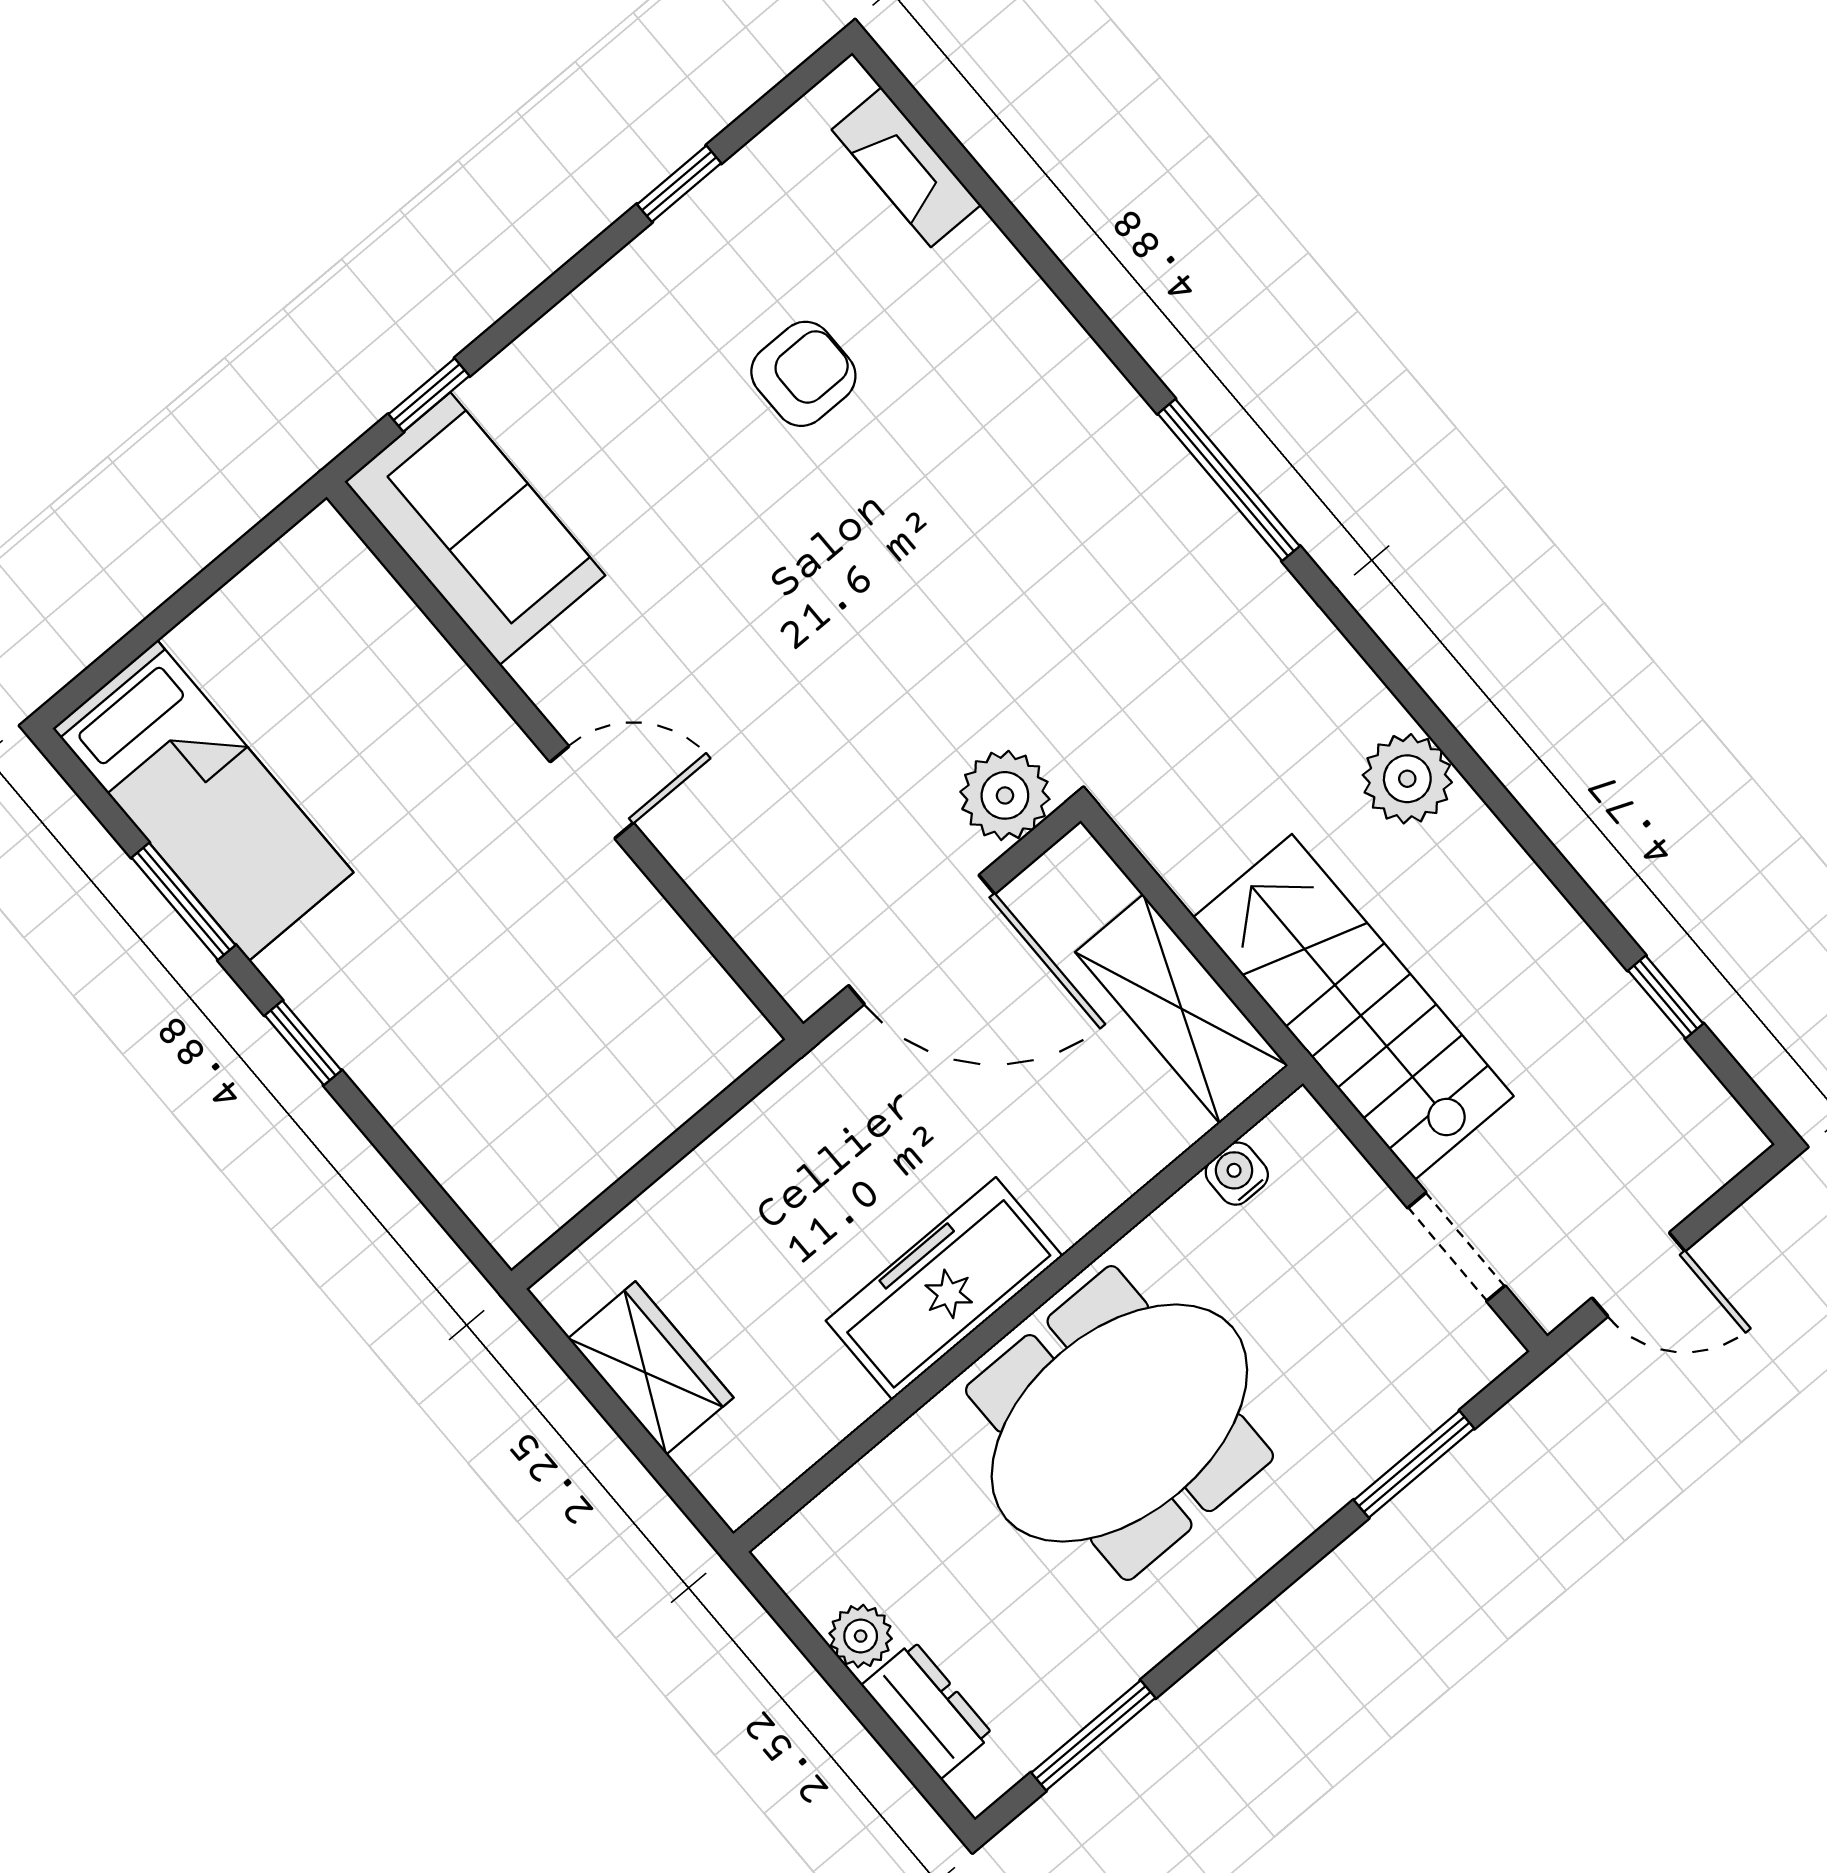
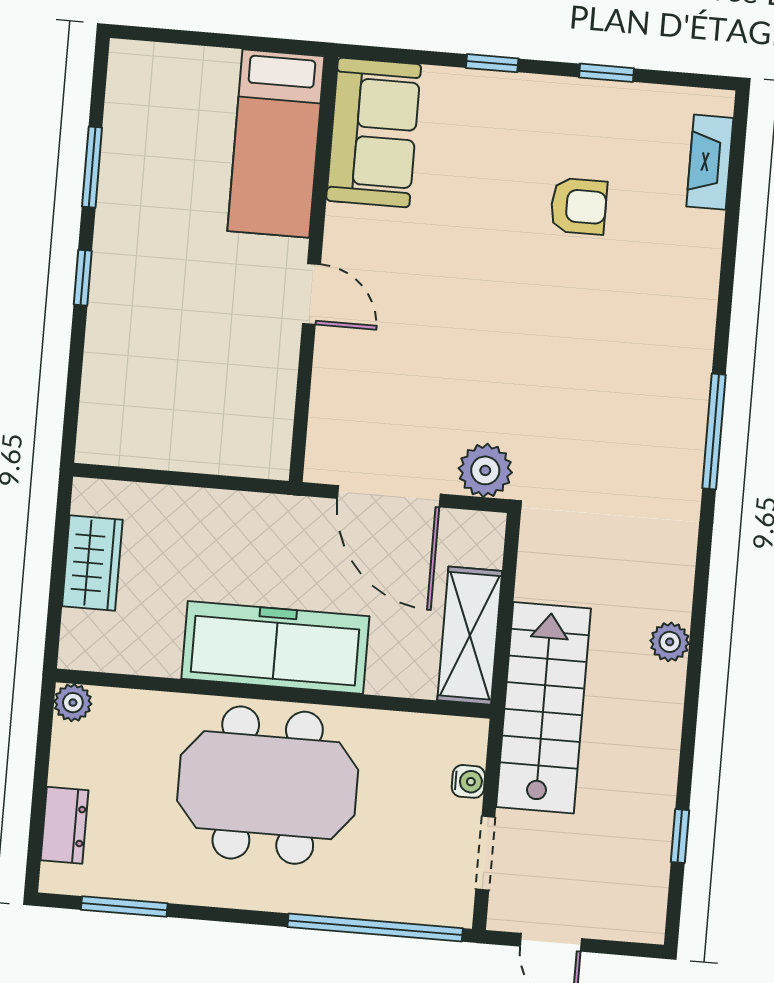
window: (429, 395) -> (492, 63), moved
plant: (1407, 779) -> (670, 642), width x0.73, depth x0.73
bed: (203, 800) -> (276, 144), moved
water cooler: (1237, 1174) -> (468, 781), moved, turned 90
freezer: (944, 1288) -> (275, 648), width x1.36, depth x1.26
window: (1414, 1464) -> (375, 928), width x2.11
plant: (861, 1636) -> (73, 703), moved

